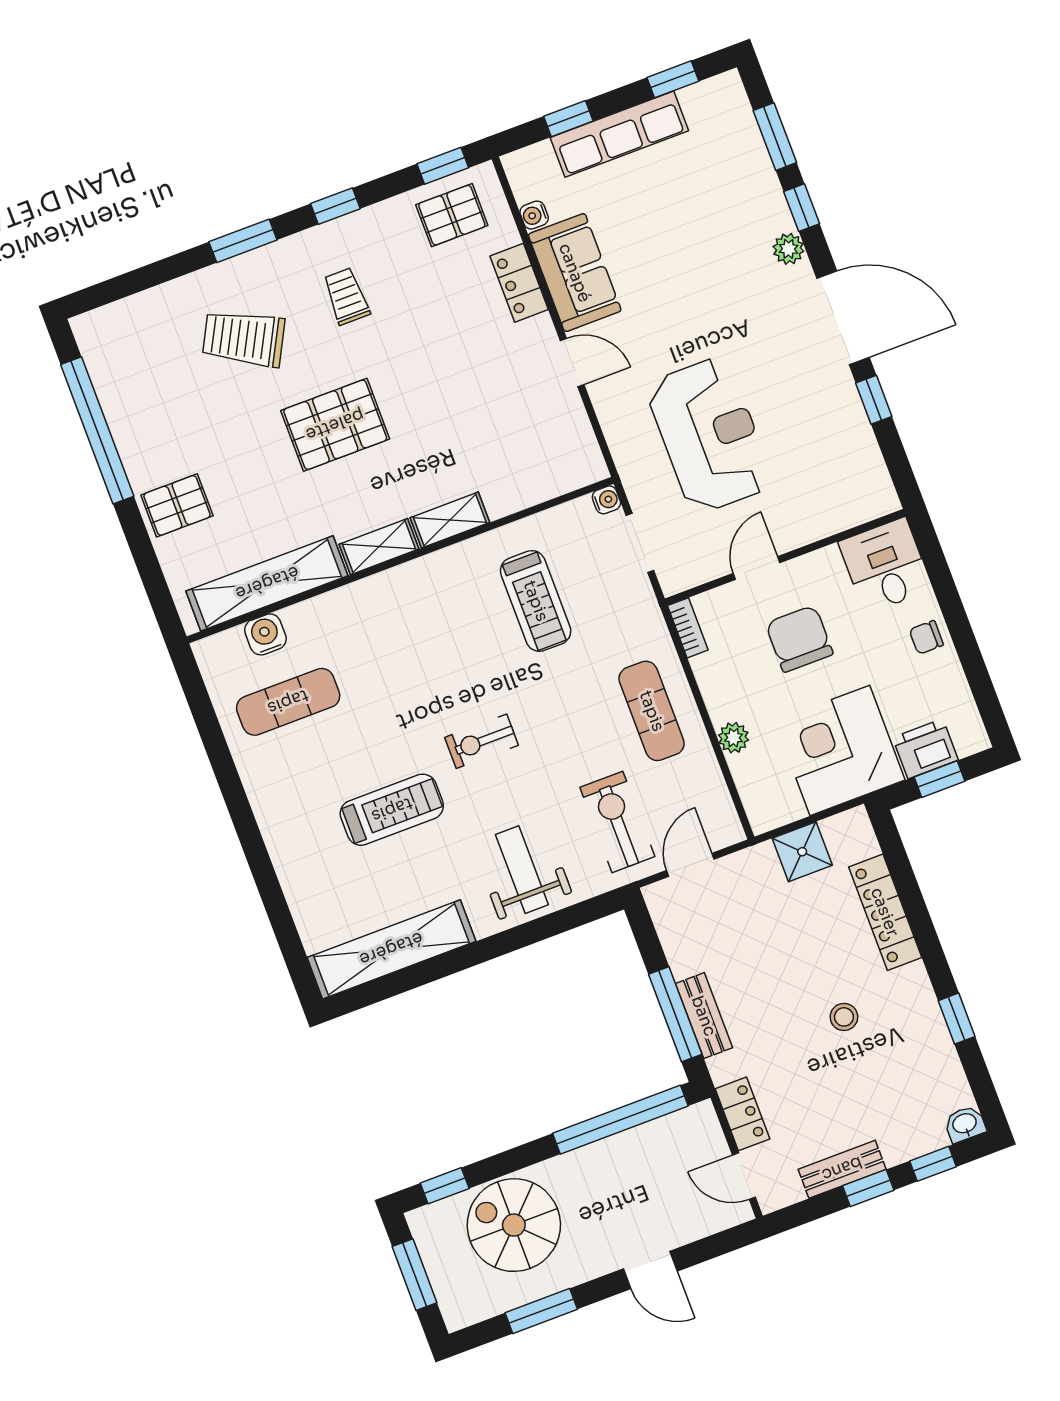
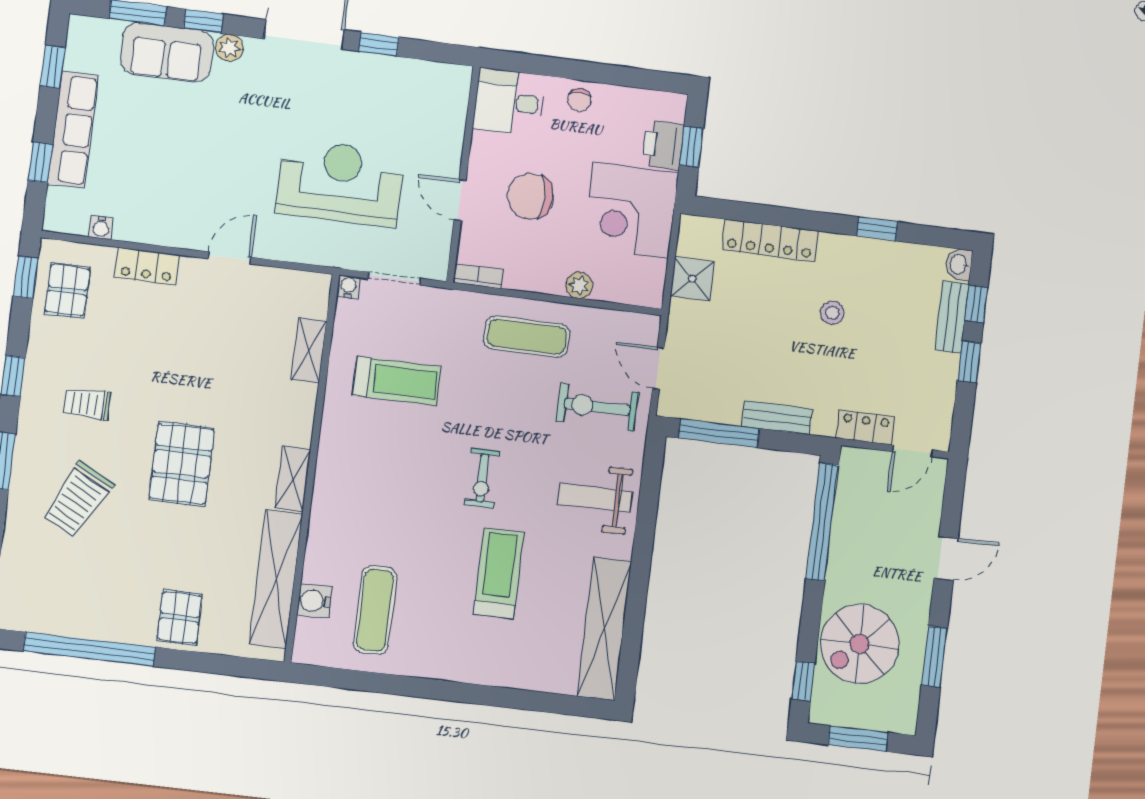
sofa: (575, 273) -> (167, 52), moved, turned 180
shelving: (450, 520) -> (309, 350), moved
window: (675, 1014) -> (719, 433), moved
bench: (842, 1169) -> (952, 317), moved

